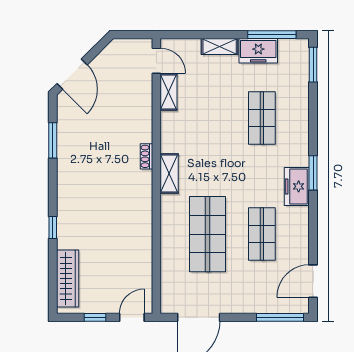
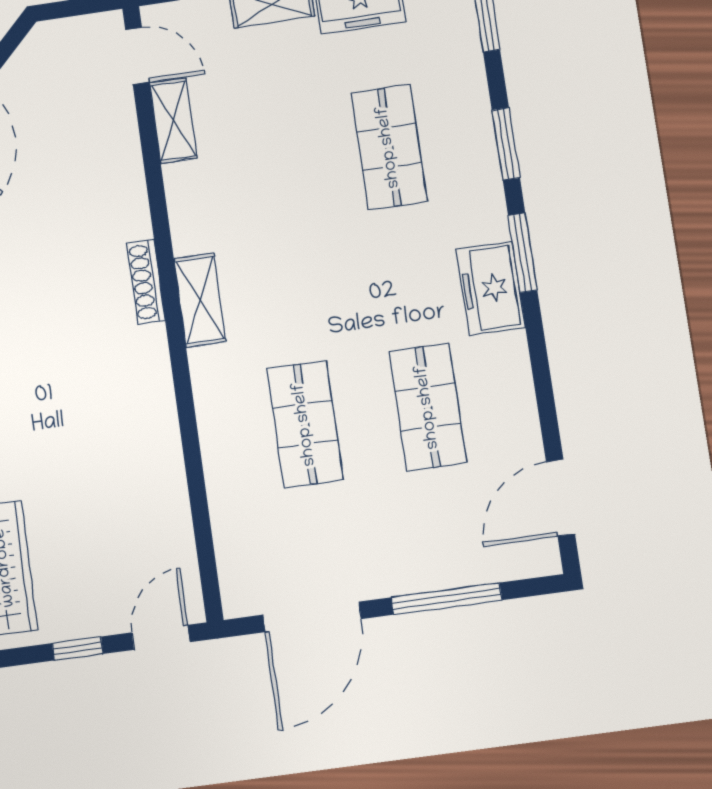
window: (313, 124) -> (506, 144), added
shoe rack: (146, 156) -> (146, 282), width x1.43
shop shelf: (208, 234) -> (305, 424), width x0.70, depth x0.74
window: (280, 317) -> (447, 599), moved

